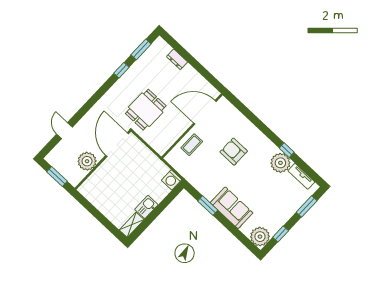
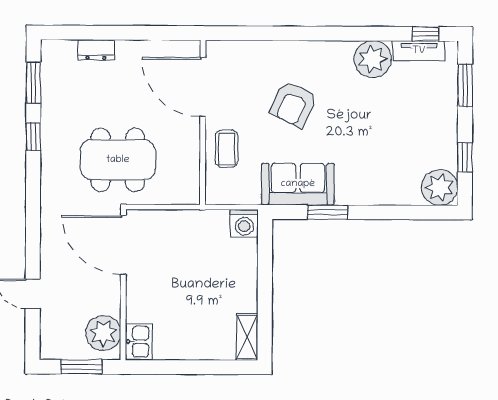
dining table: (146, 110) -> (118, 160), width x1.38
door: (205, 112) -> (203, 87), hinge flipped
window: (287, 150) -> (425, 34), moved
armchair: (234, 152) -> (293, 104), turned -65
plant: (87, 161) -> (103, 333), moved
kitchen sink: (146, 207) -> (139, 342), moved, turned 180
sofa: (232, 208) -> (298, 184), moved

